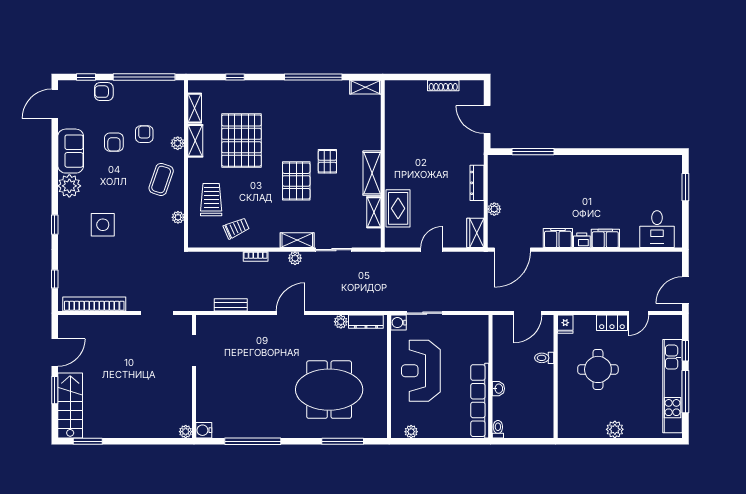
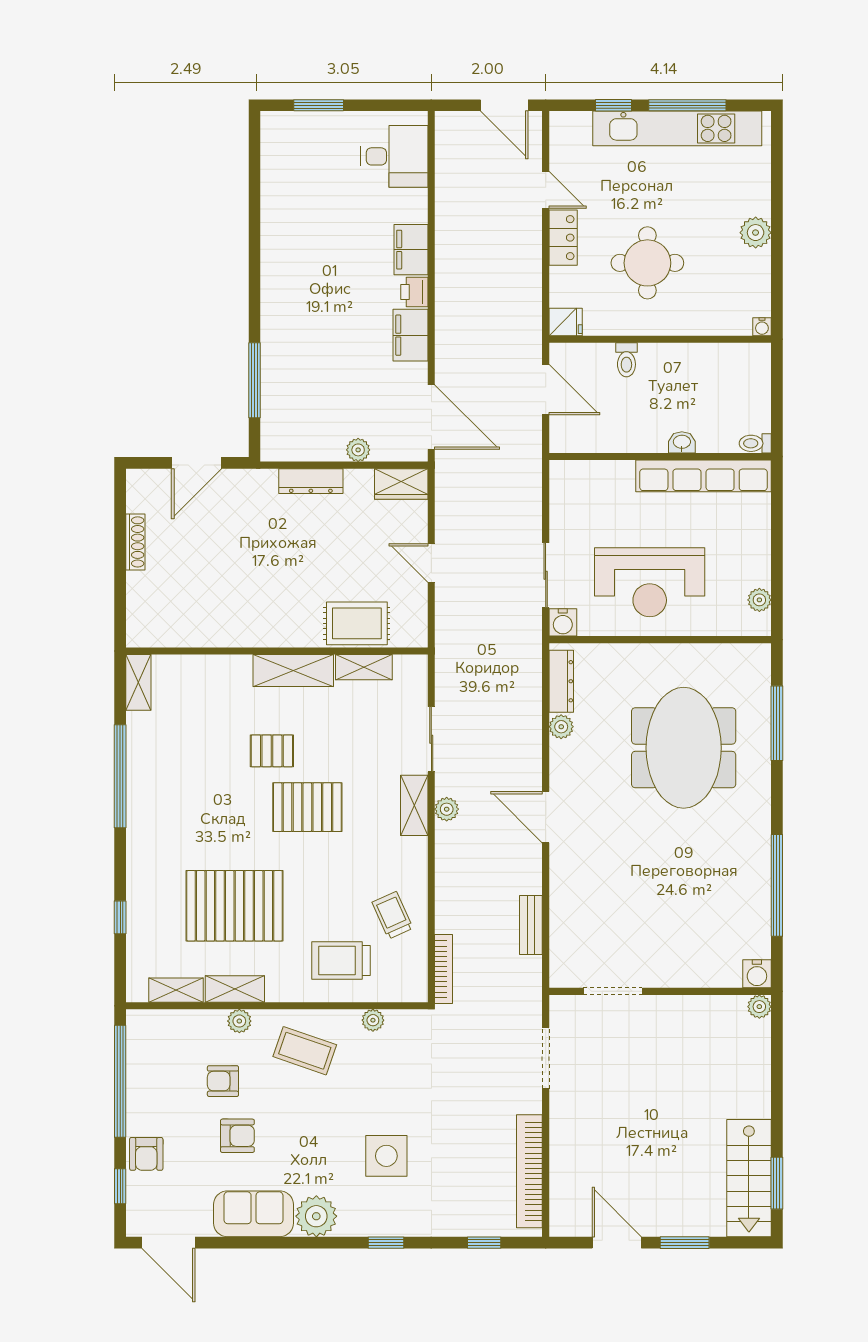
bookcase: (256, 256) -> (444, 969), moved, width x1.56
stairs: (70, 406) -> (749, 1178), moved, turned -90
water cooler: (563, 433) -> (762, 327), added

